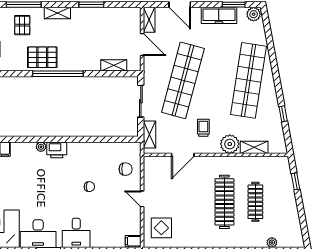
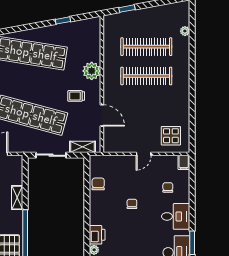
shelving: (114, 65) -> (17, 198), moved
shelving: (254, 147) -> (95, 48), removed
chair: (126, 169) -> (98, 184), moved
clothes rail: (255, 202) -> (146, 47), width x1.37, depth x1.31
chair: (107, 225) -> (168, 187), added

